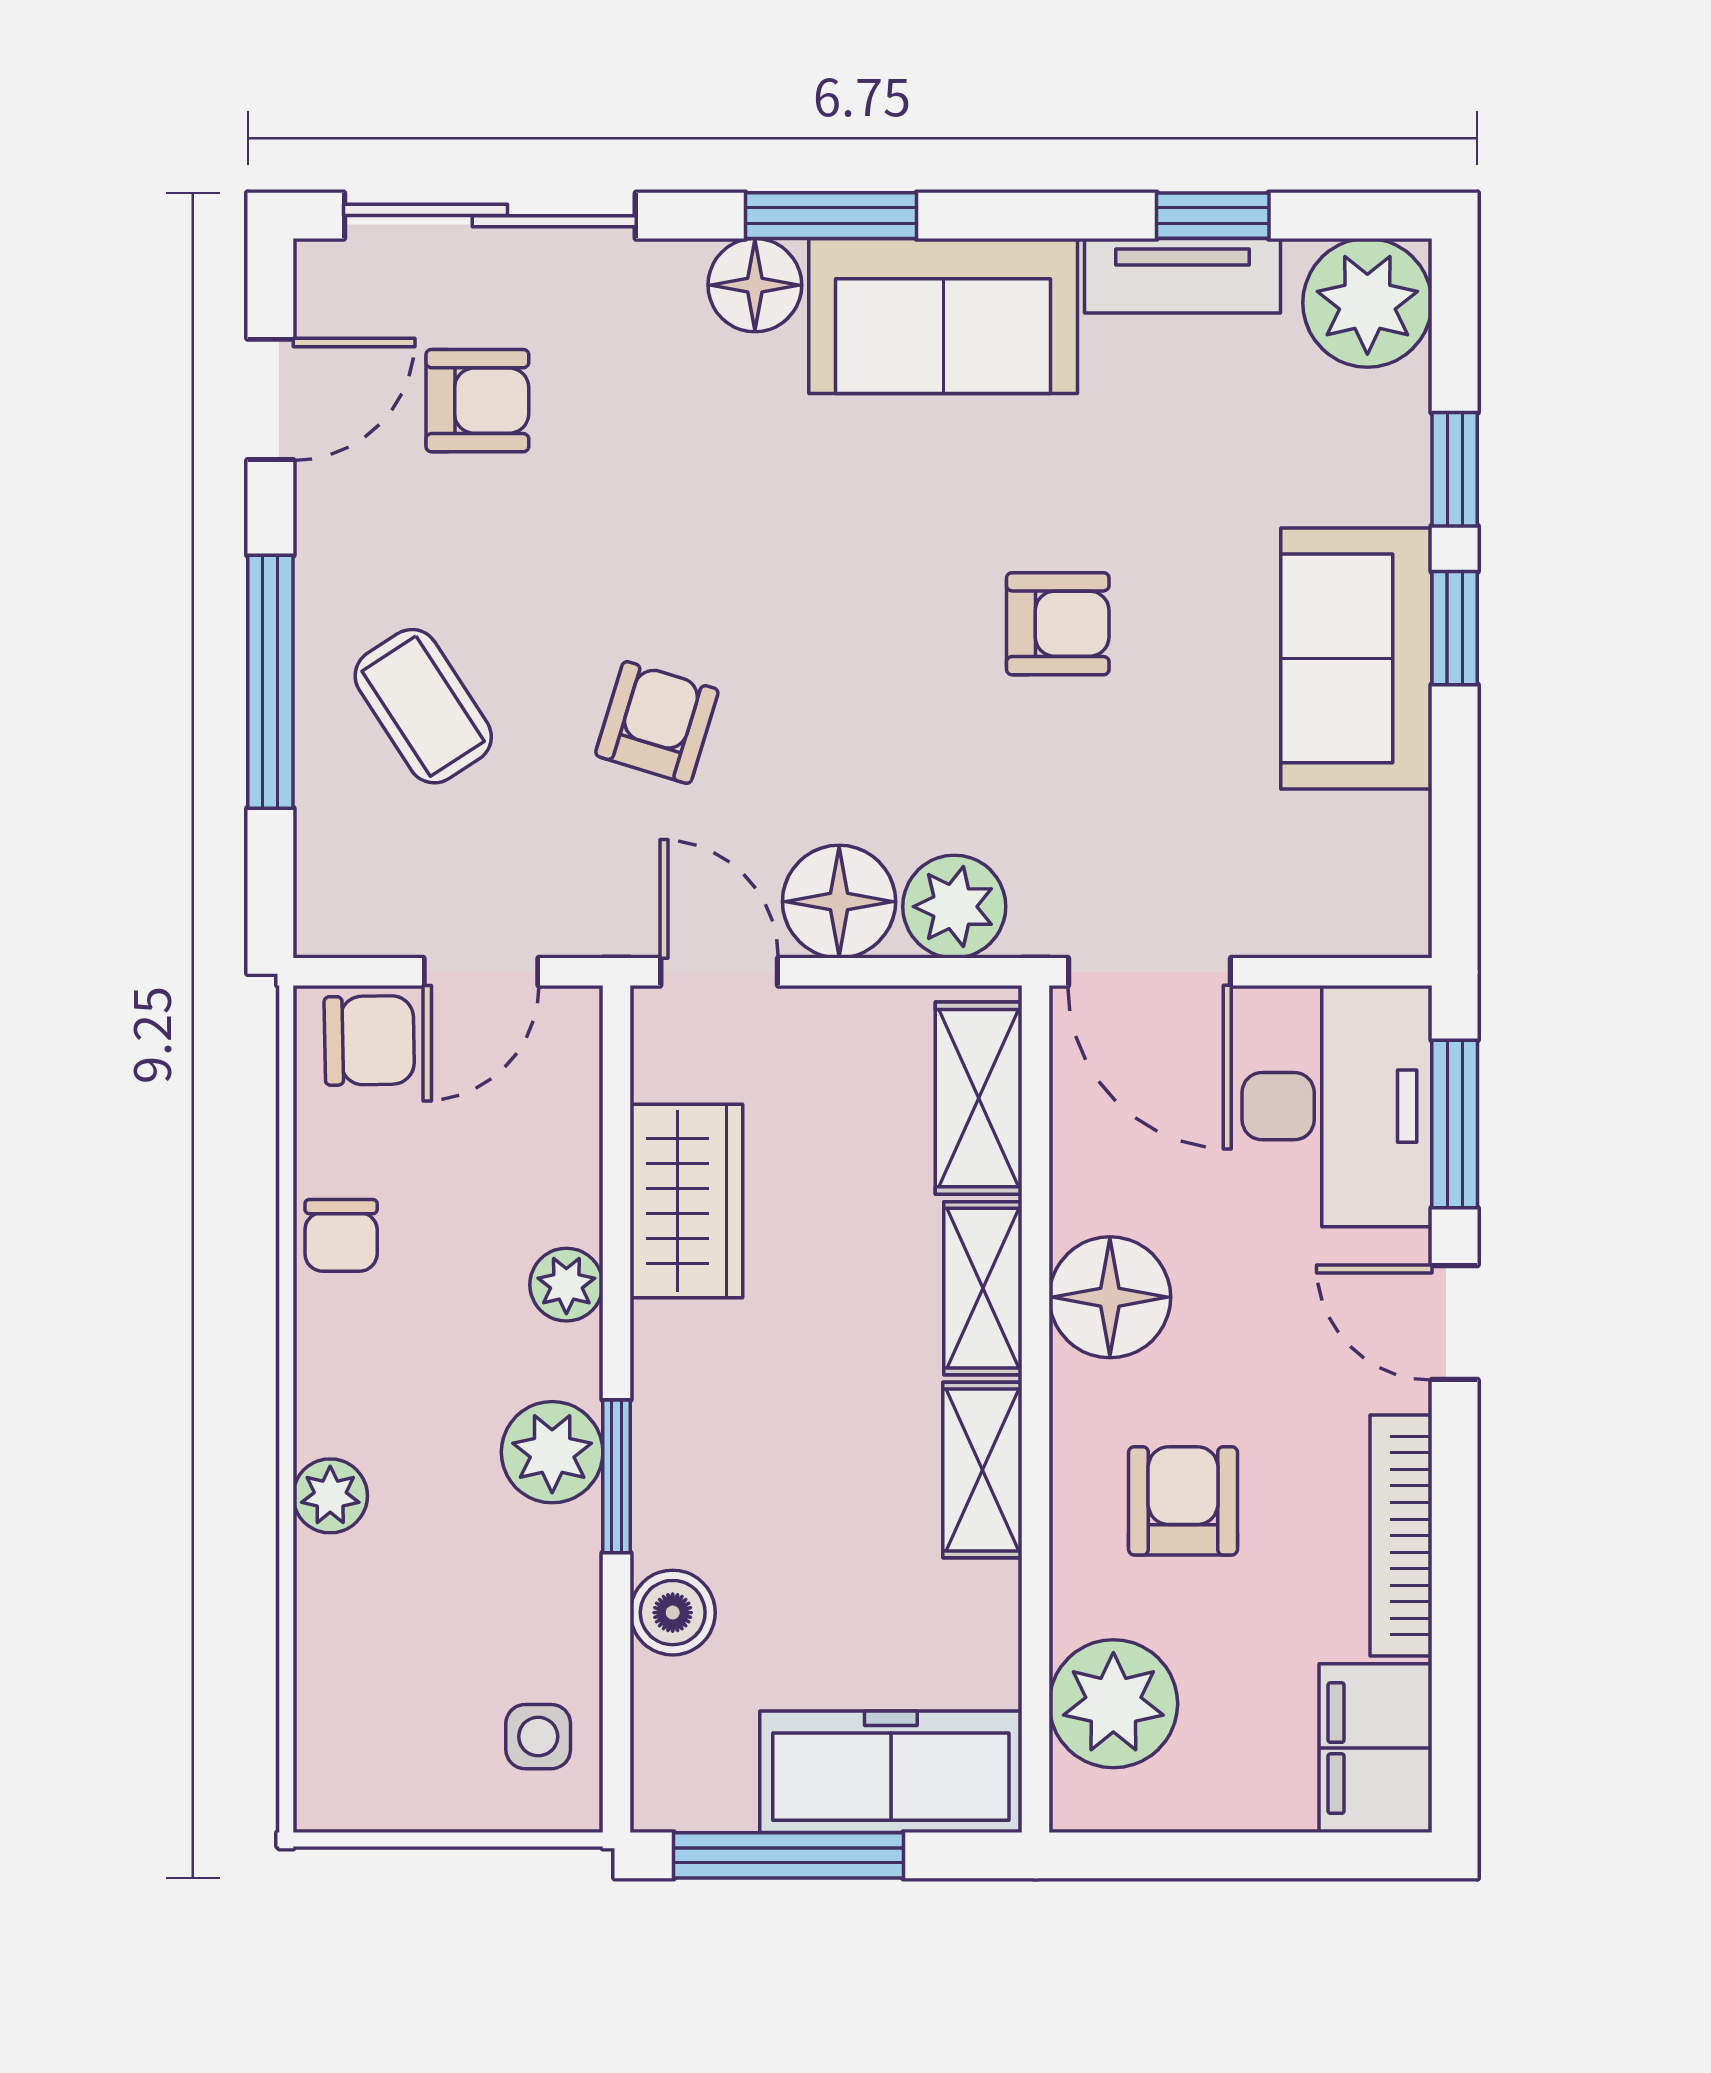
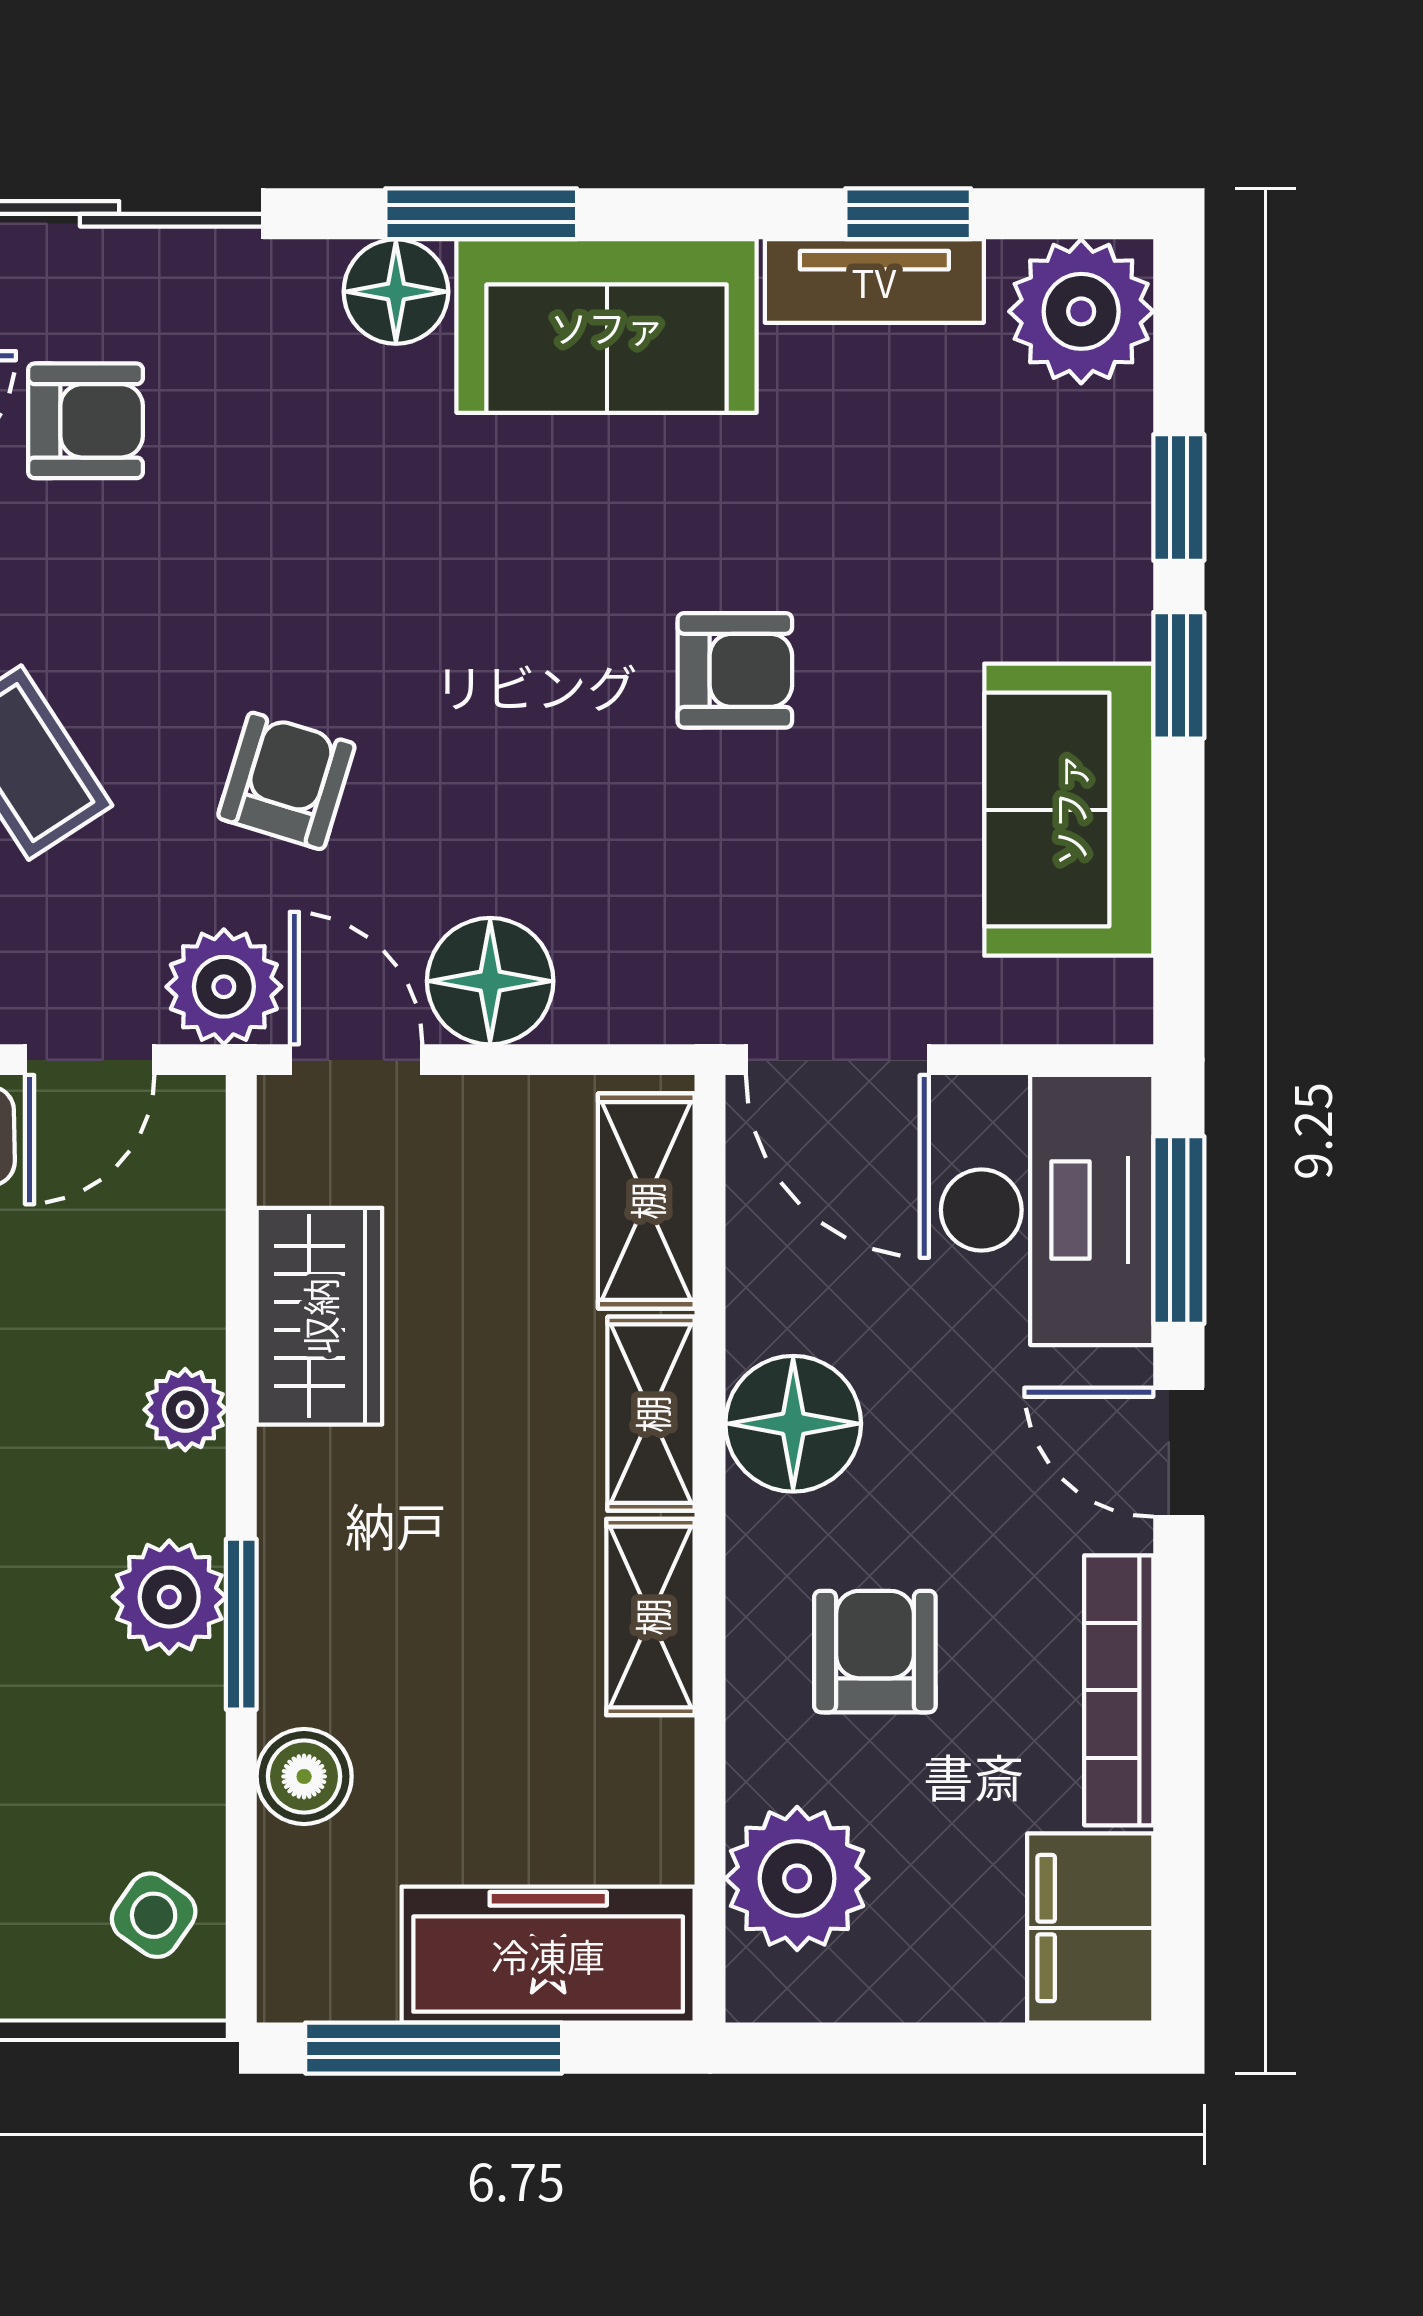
sofa: (1356, 658) -> (1069, 810), moved
plant: (954, 907) -> (224, 987), moved
side table: (538, 1737) -> (154, 1915), turned 35

